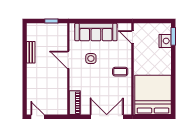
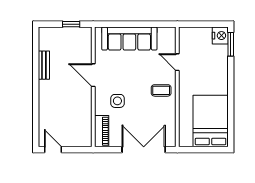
door: (132, 37) -> (177, 62), moved
nightstand: (165, 41) -> (220, 36), moved
side table: (91, 59) -> (117, 101), moved
bed: (153, 95) -> (211, 121), width x0.73

